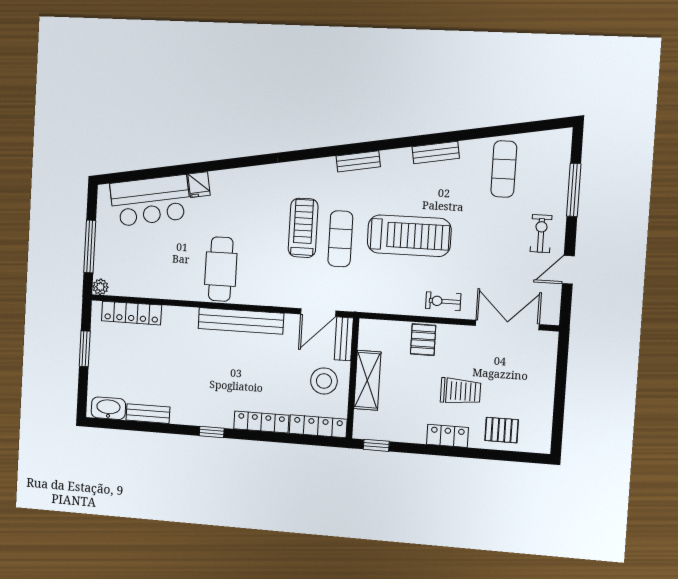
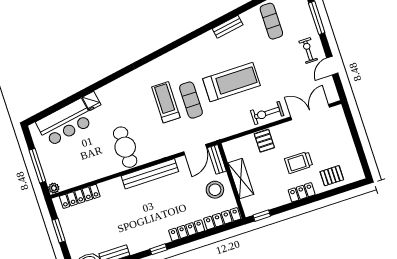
bench: (358, 161) -> (184, 50), removed
exercise bike: (443, 301) -> (267, 113), width x1.38, depth x1.39
trolley: (461, 391) -> (299, 162), turned 180

